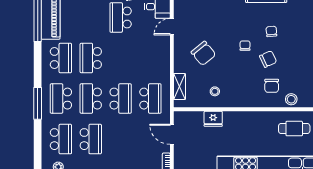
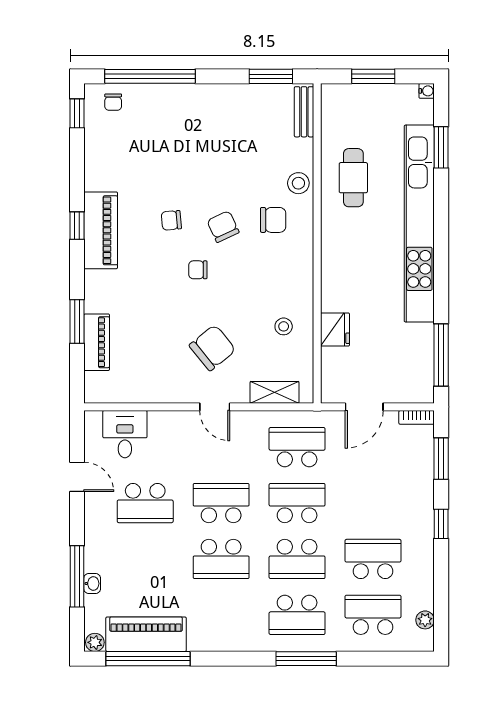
door: (172, 27) -> (215, 407), moved
school desk: (61, 58) -> (221, 503), moved

